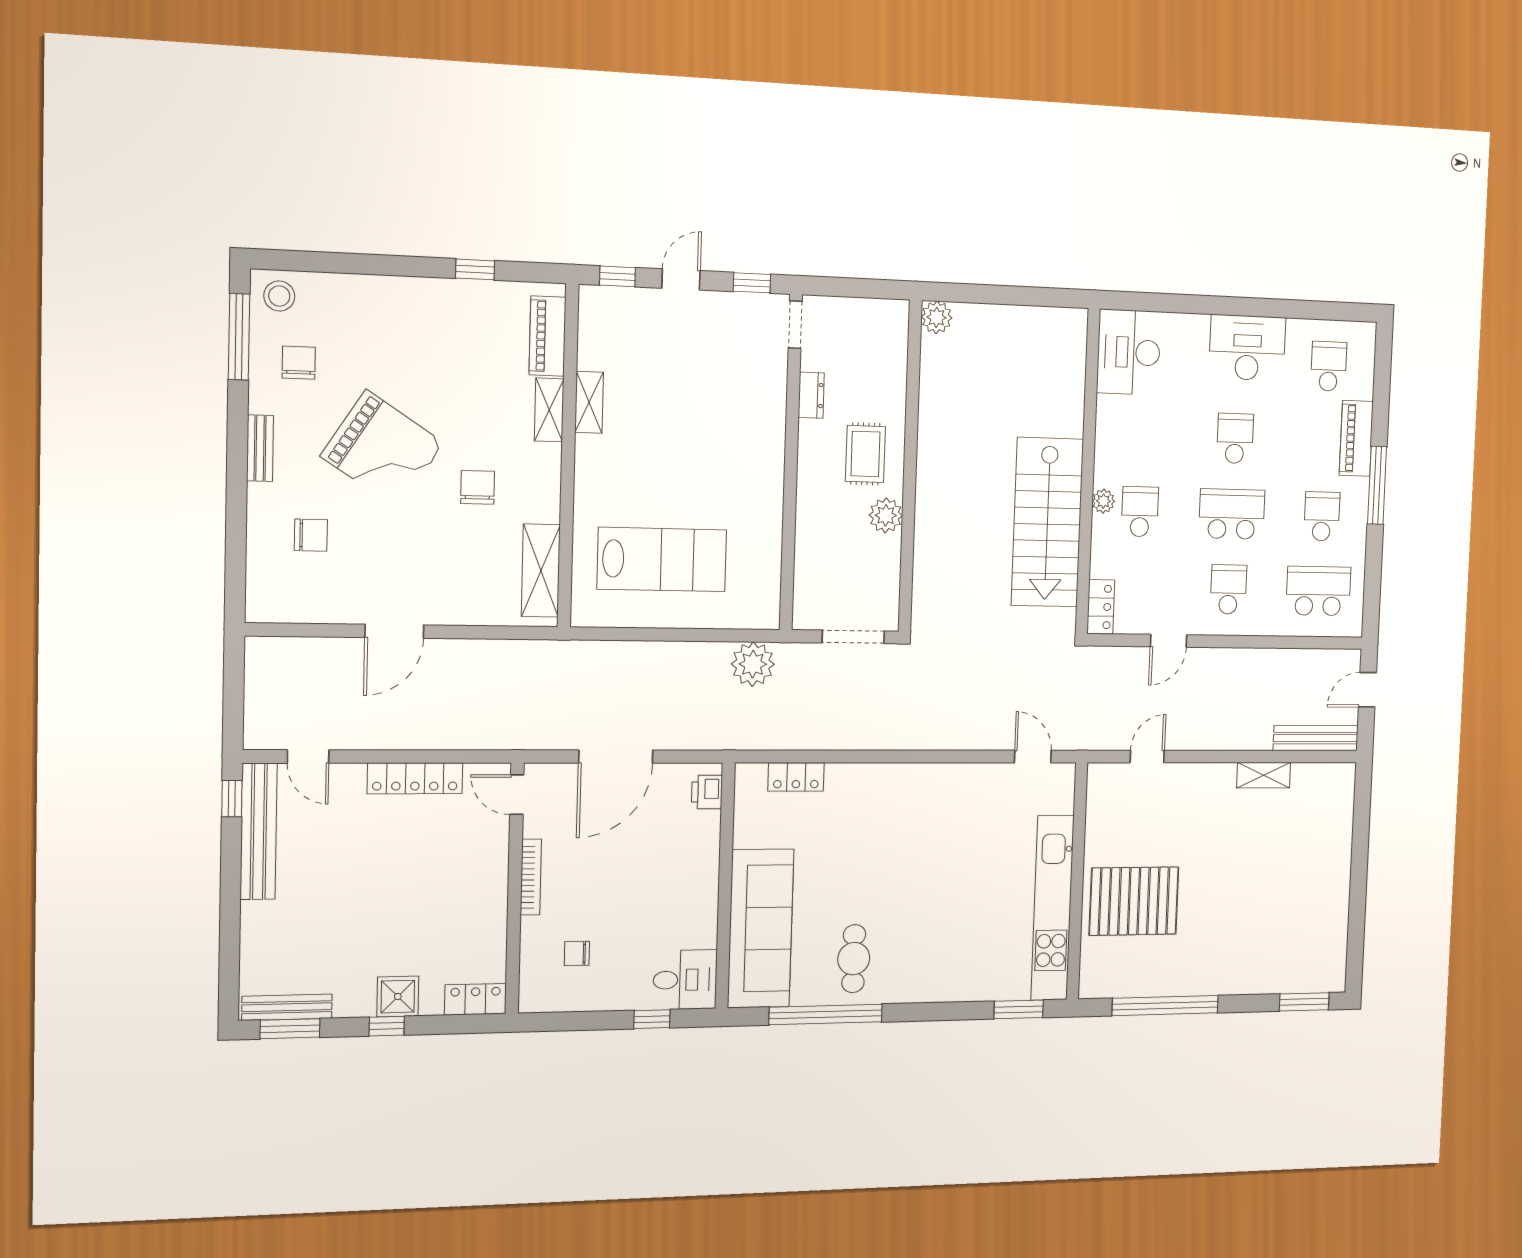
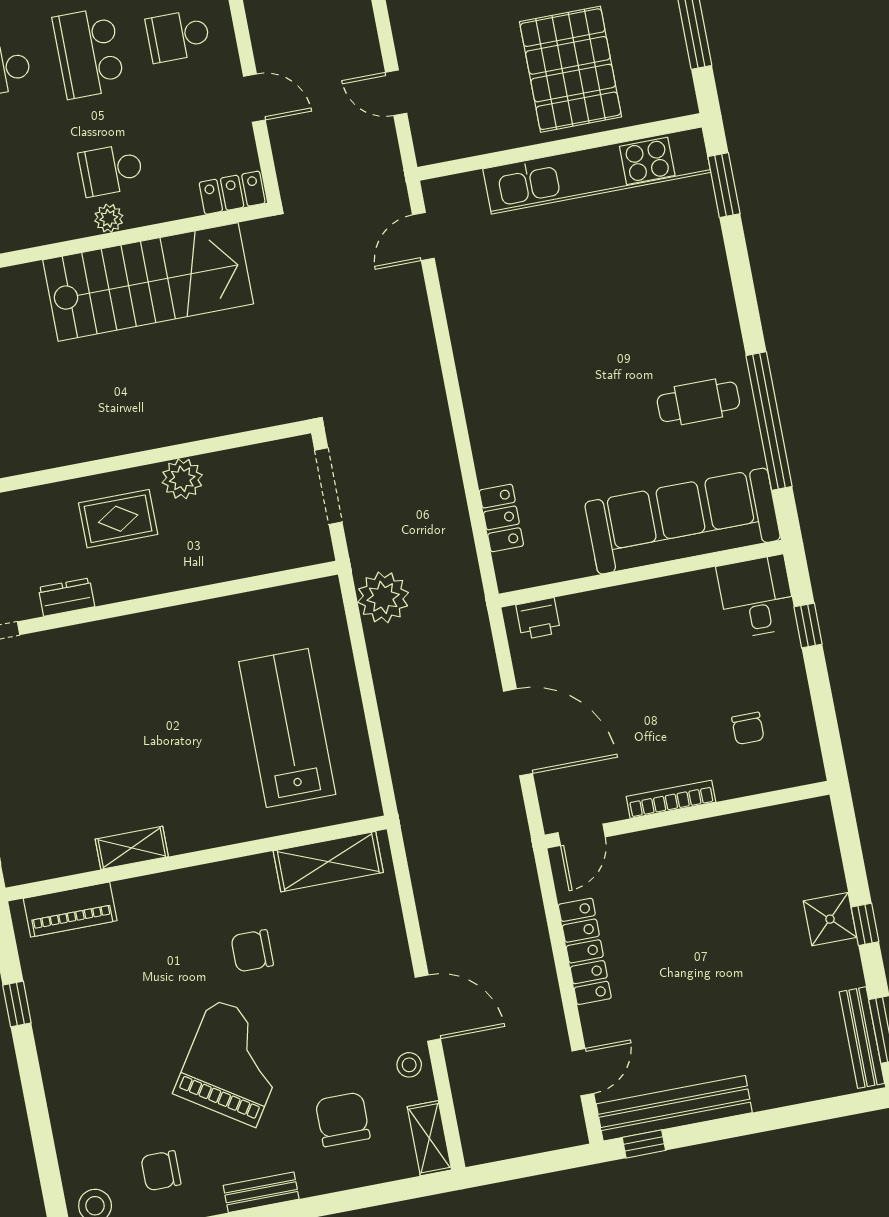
shelving: (549, 410) -> (429, 1138), moved, turned 90
chair: (311, 535) -> (343, 1119), width x1.37, depth x1.37
stool: (347, 604) -> (409, 1065), added
locker: (475, 999) -> (819, 832), removed

